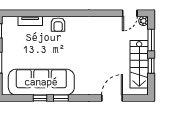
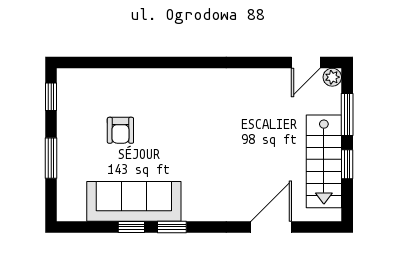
tv unit: (30, 21) -> (112, 77), removed
armchair: (58, 25) -> (120, 130), moved
sofa: (41, 82) -> (134, 201), width x0.74, depth x0.79

